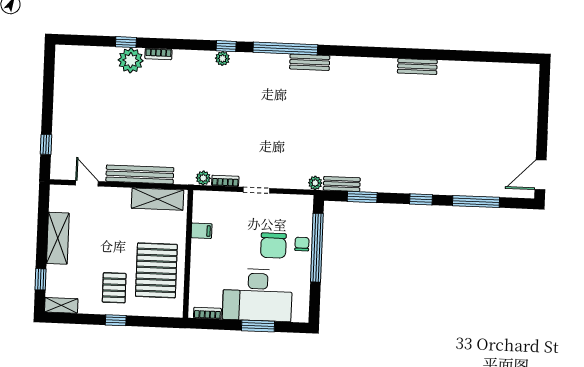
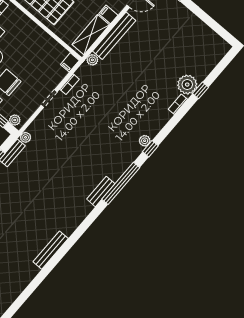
bench: (417, 67) -> (51, 250), width x1.36
plant: (203, 178) -> (92, 60), moved
filing cabinet: (123, 198) -> (108, 14), added
plant: (306, 208) -> (15, 120), added
filing cabinet: (202, 231) -> (70, 62), moved

